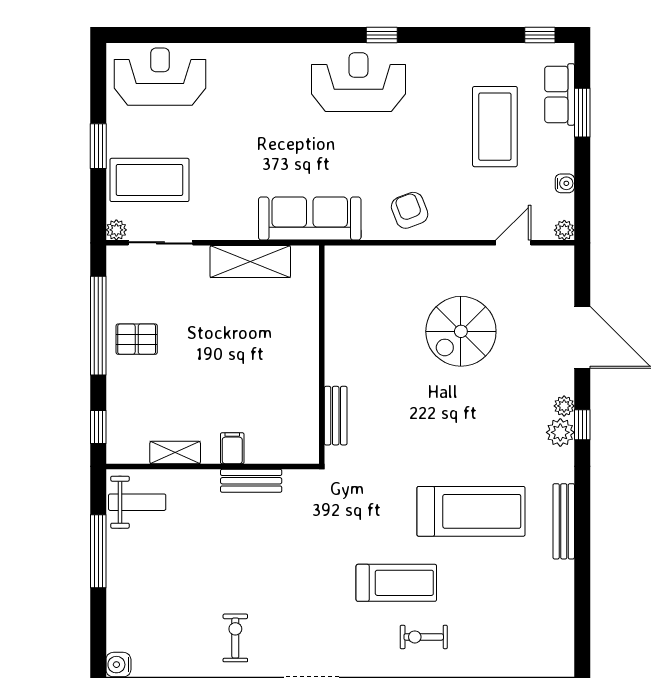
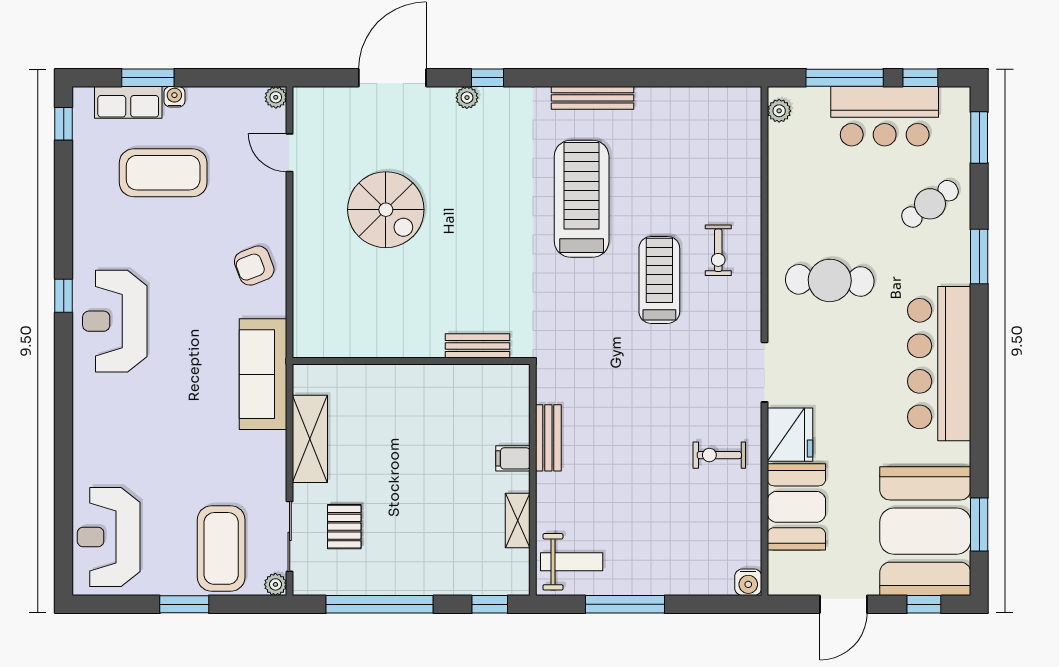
water cooler: (565, 183) -> (174, 97), moved
pallet: (137, 339) -> (344, 527), moved
plant: (560, 432) -> (496, 102), removed
weight bench: (137, 502) -> (572, 562), turned 90

